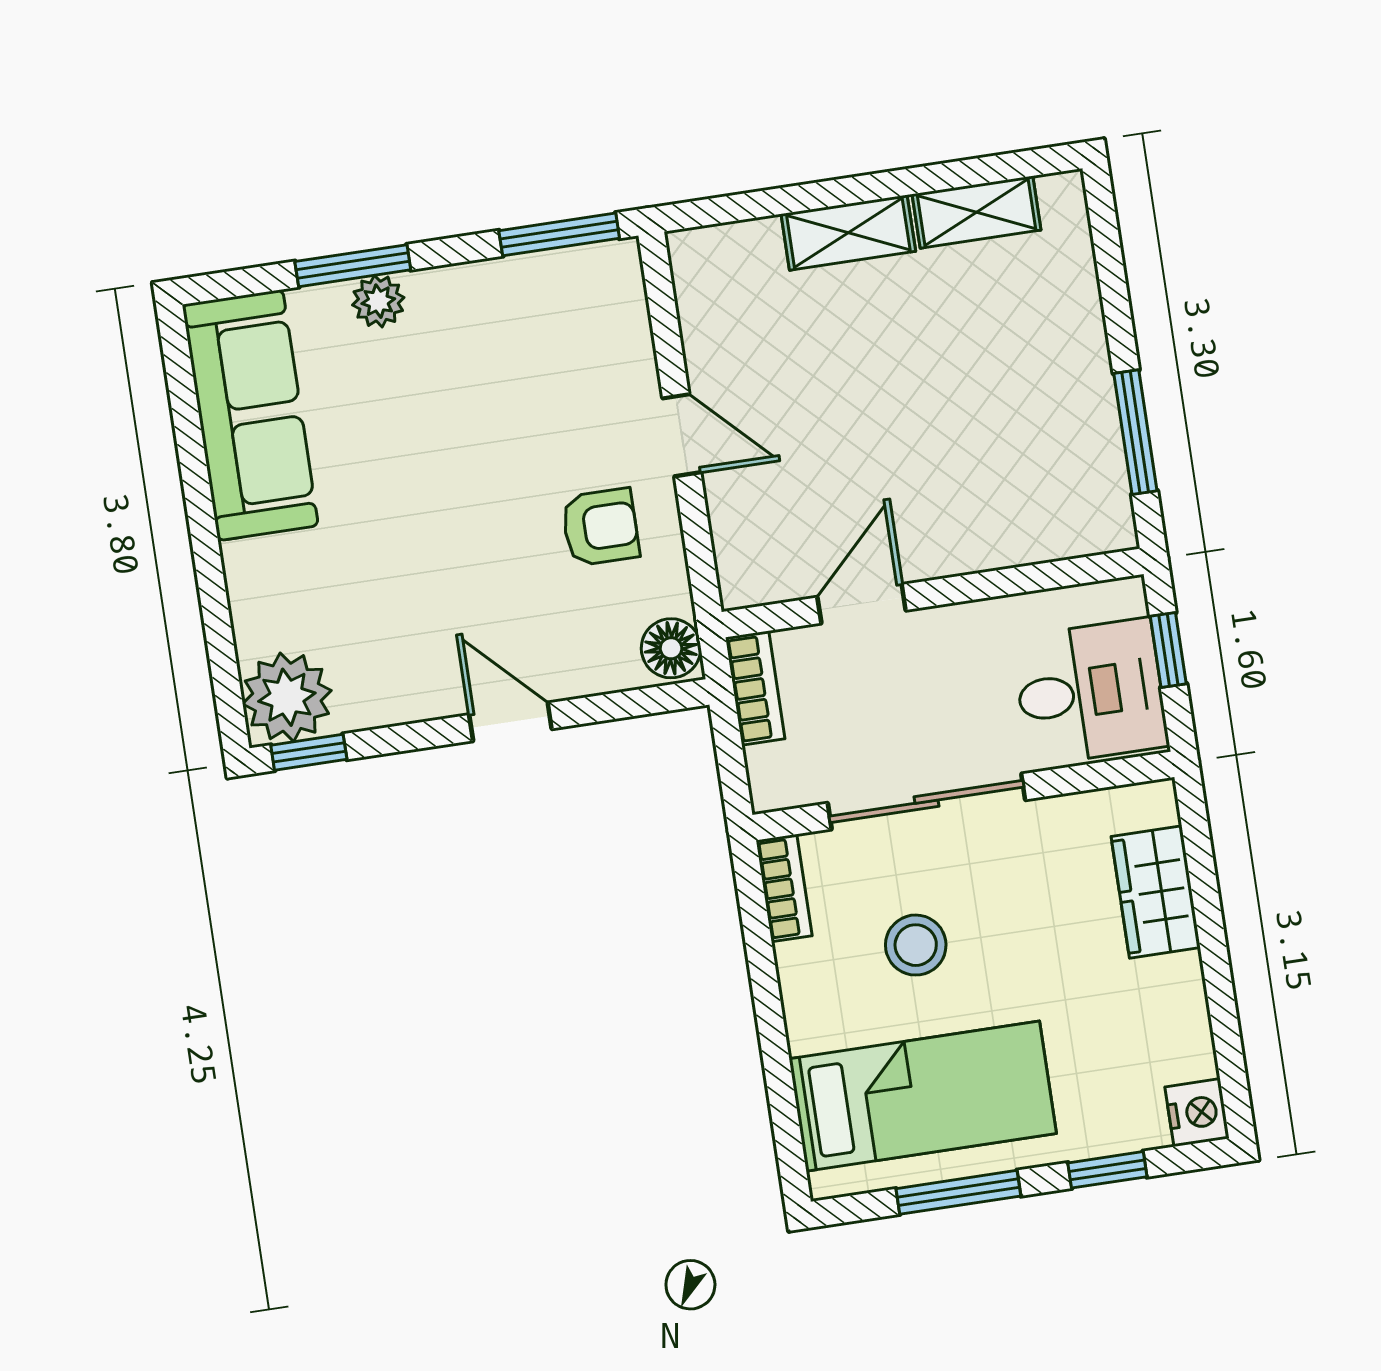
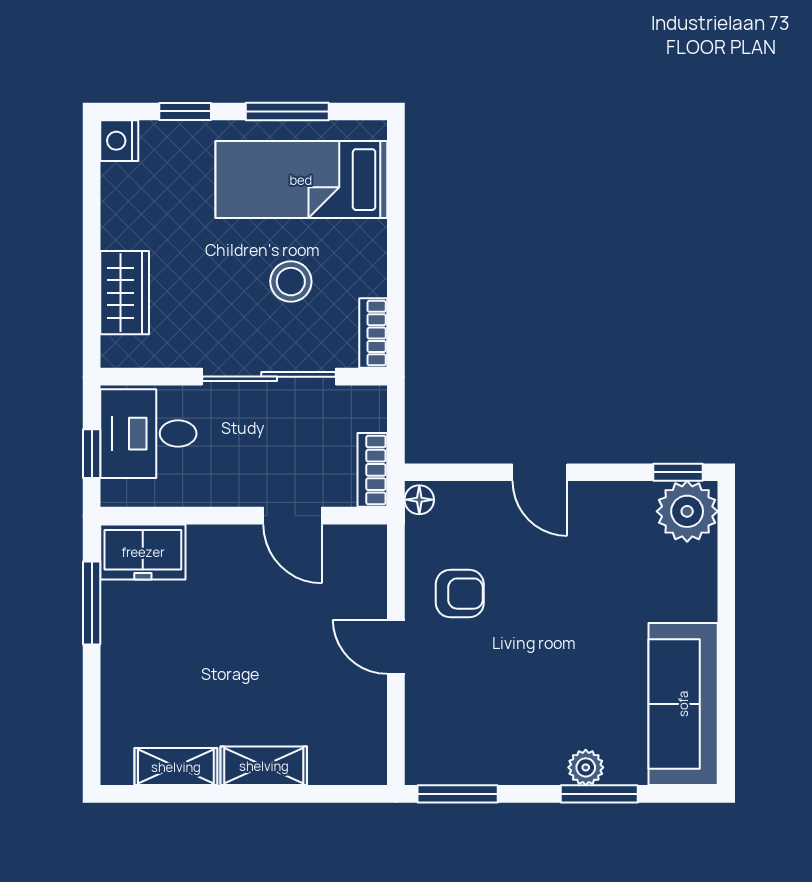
freezer: (1072, 518) -> (143, 552), added
armchair: (600, 527) -> (460, 594), turned 180
door: (862, 604) -> (293, 516), hinge flipped
floor lamp: (671, 648) -> (419, 500), width x0.73, depth x0.73

